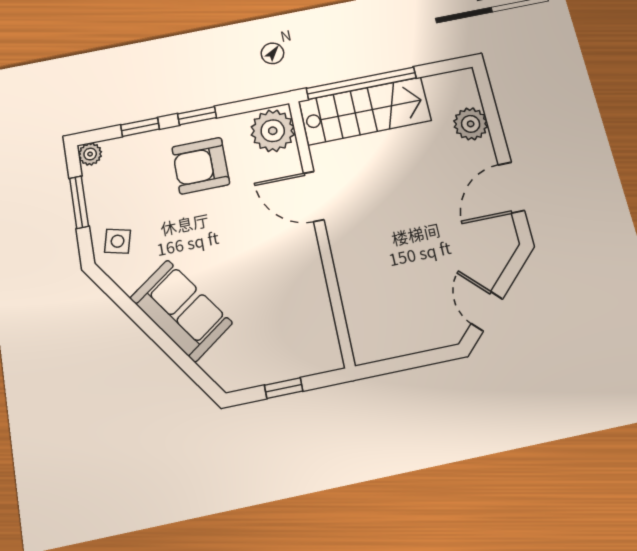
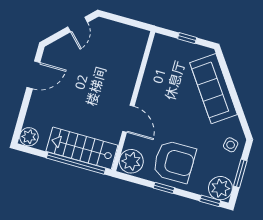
plant: (471, 124) -> (29, 137), moved
window: (140, 127) -> (210, 201), moved
plant: (90, 154) -> (220, 188), width x1.88, depth x1.88
armchair: (201, 166) -> (174, 162), width x1.36, depth x1.36
sofa: (181, 311) -> (214, 89), width x1.36

